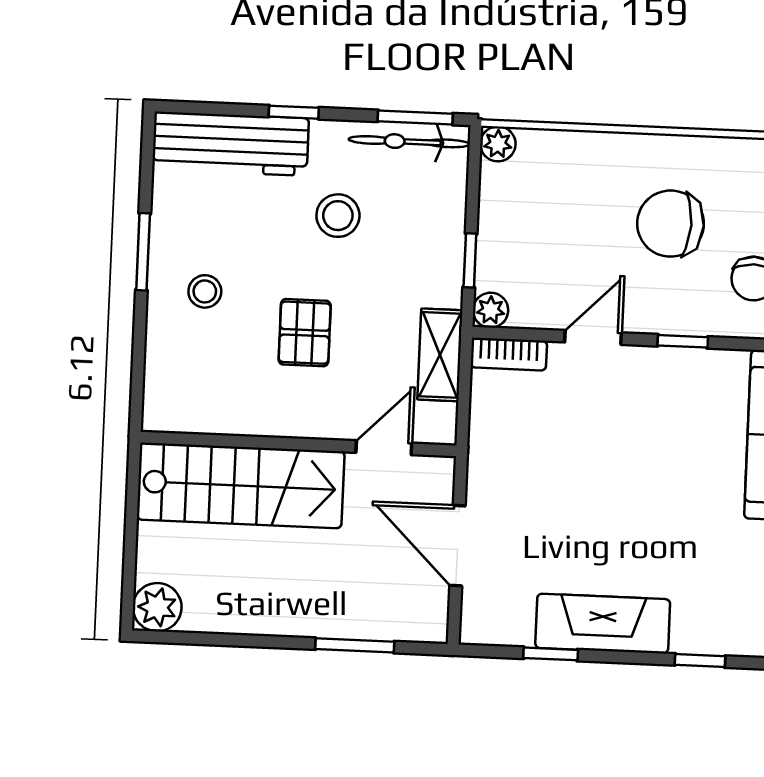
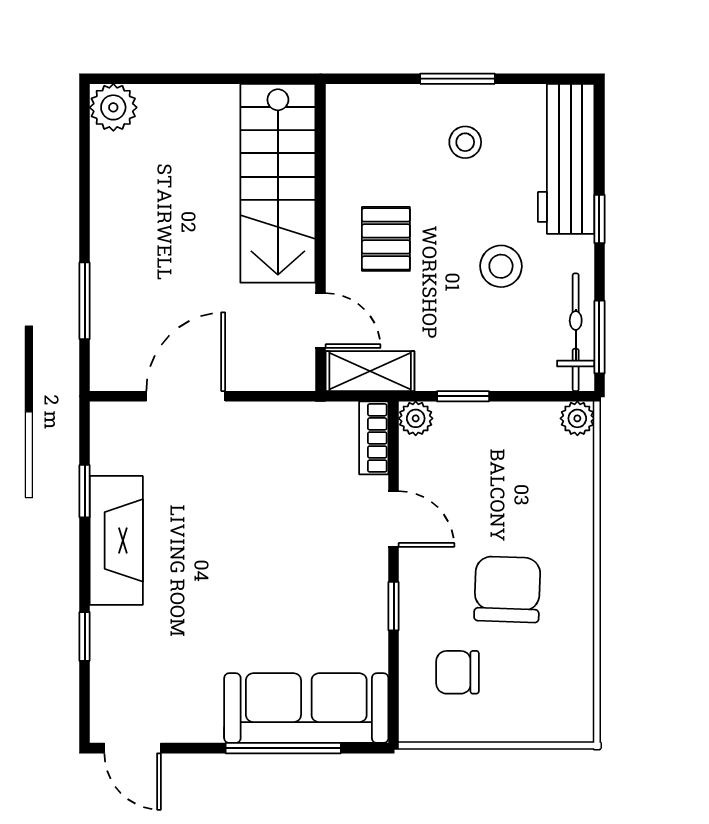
stool: (205, 291) -> (465, 142), moved
pallet: (305, 333) -> (386, 239), turned 90
wall: (298, 444) -> (321, 237), moved
door: (384, 448) -> (321, 321), moved
stairs: (241, 485) -> (278, 183), moved

